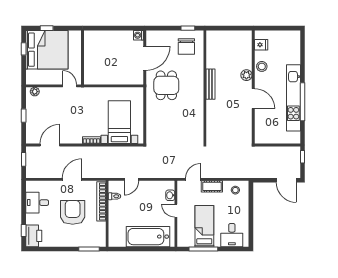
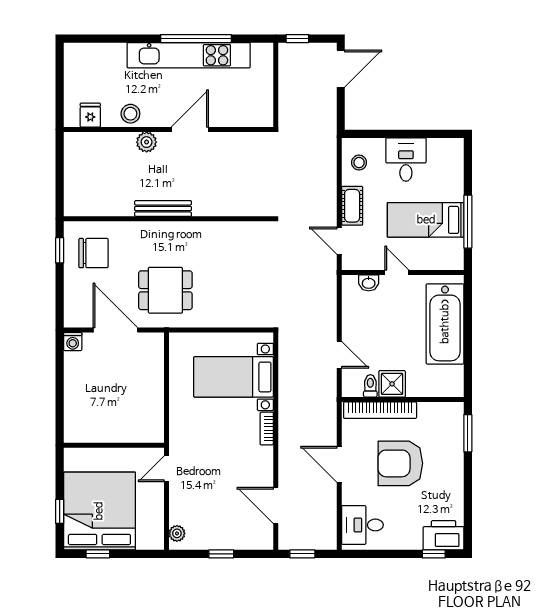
desk: (37, 203) -> (362, 525), moved, turned 90
shower: (116, 208) -> (392, 384), added
door: (176, 211) -> (397, 272), swing flipped
desk: (232, 235) -> (406, 159), moved, turned -90

